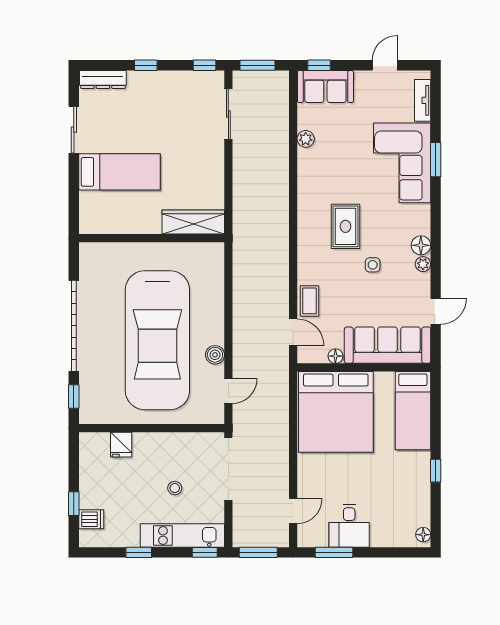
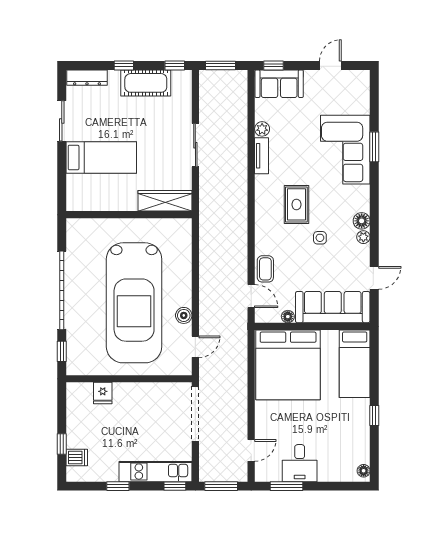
cot: (171, 86) -> (146, 83), added
tv unit: (423, 100) -> (262, 156), moved, turned 180
sliding door: (228, 114) -> (195, 145), moved
stool: (175, 488) -> (149, 431), removed

